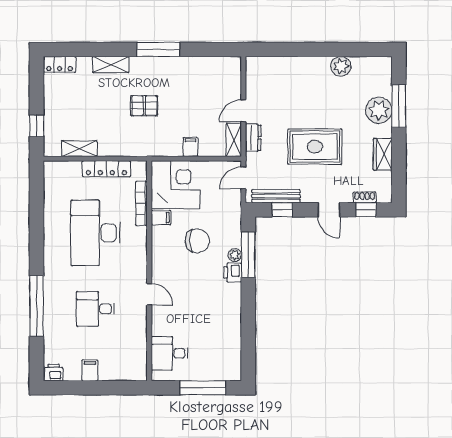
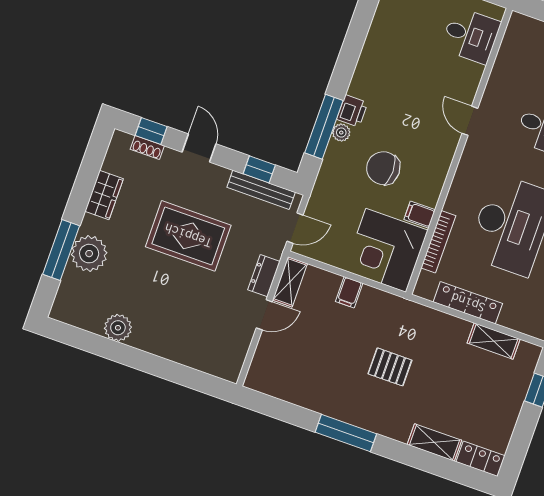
shelving: (111, 64) -> (434, 442), moved

